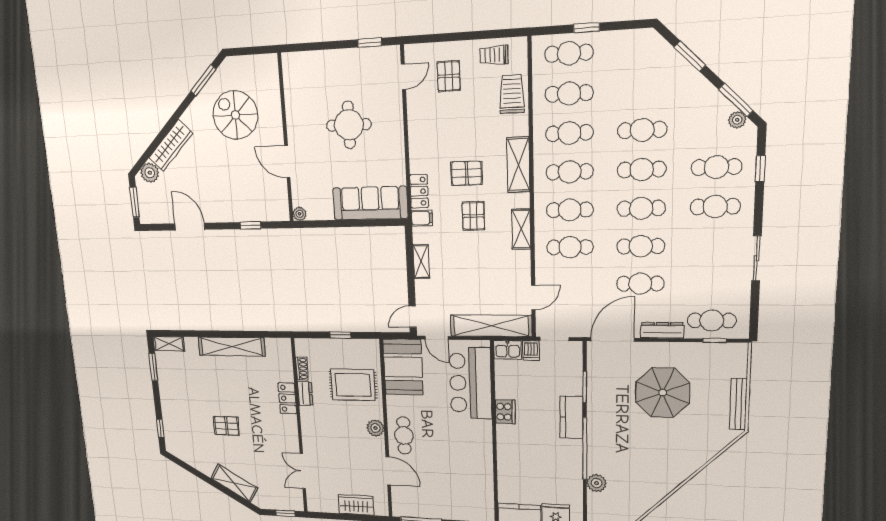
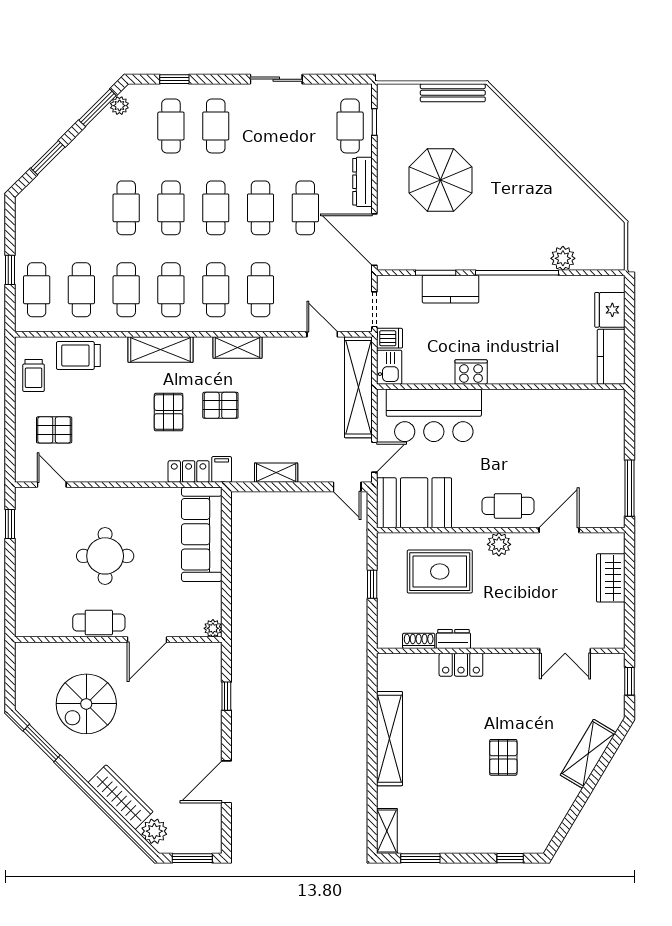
cafe table: (297, 122) -> (99, 623), added
rug: (353, 385) -> (440, 572), turned 90
kitchen counter: (571, 417) -> (451, 289), moved

